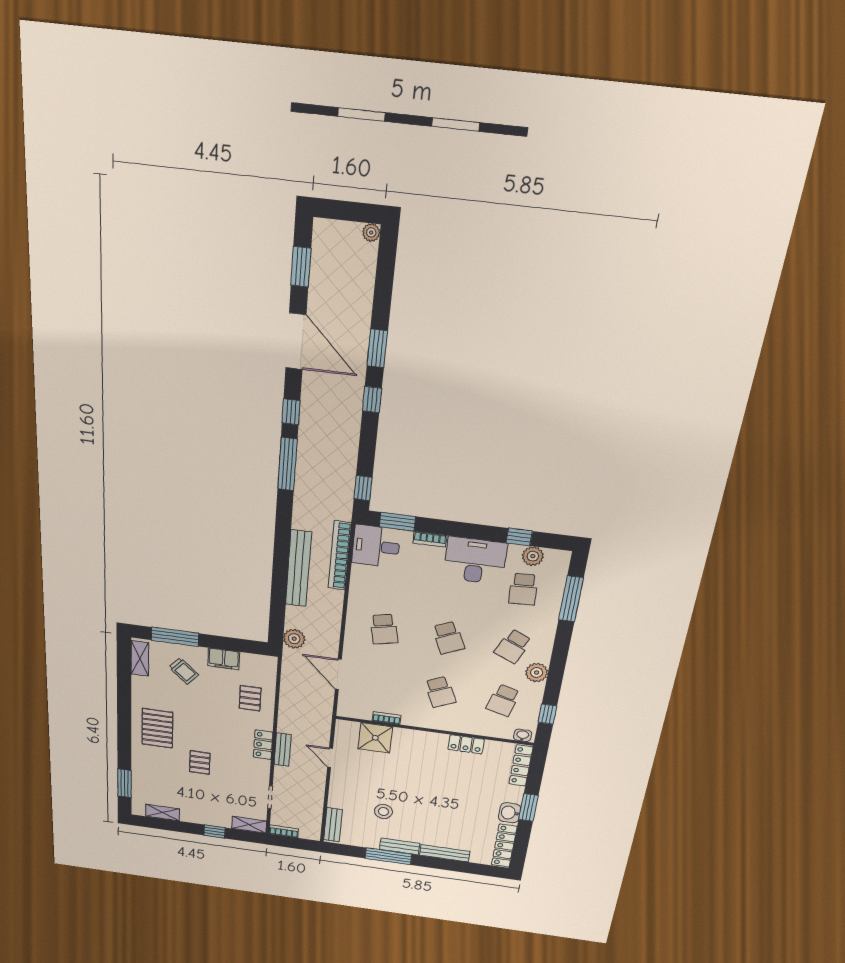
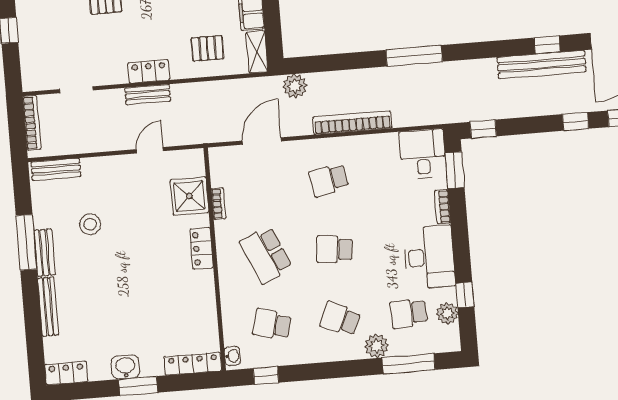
window: (287, 464) -> (414, 56), moved
bookcase: (340, 556) -> (352, 123), moved
bench: (298, 569) -> (542, 65), moved
school desk: (448, 638) -> (334, 249), turned 30
plant: (537, 673) -> (377, 346), moved
school desk: (440, 692) -> (266, 255), width x1.85
locker: (466, 744) -> (202, 248), moved
shelving: (249, 825) -> (257, 52), moved
bookcase: (284, 831) -> (32, 123), width x1.56
locker: (504, 846) -> (66, 373), width x0.66

